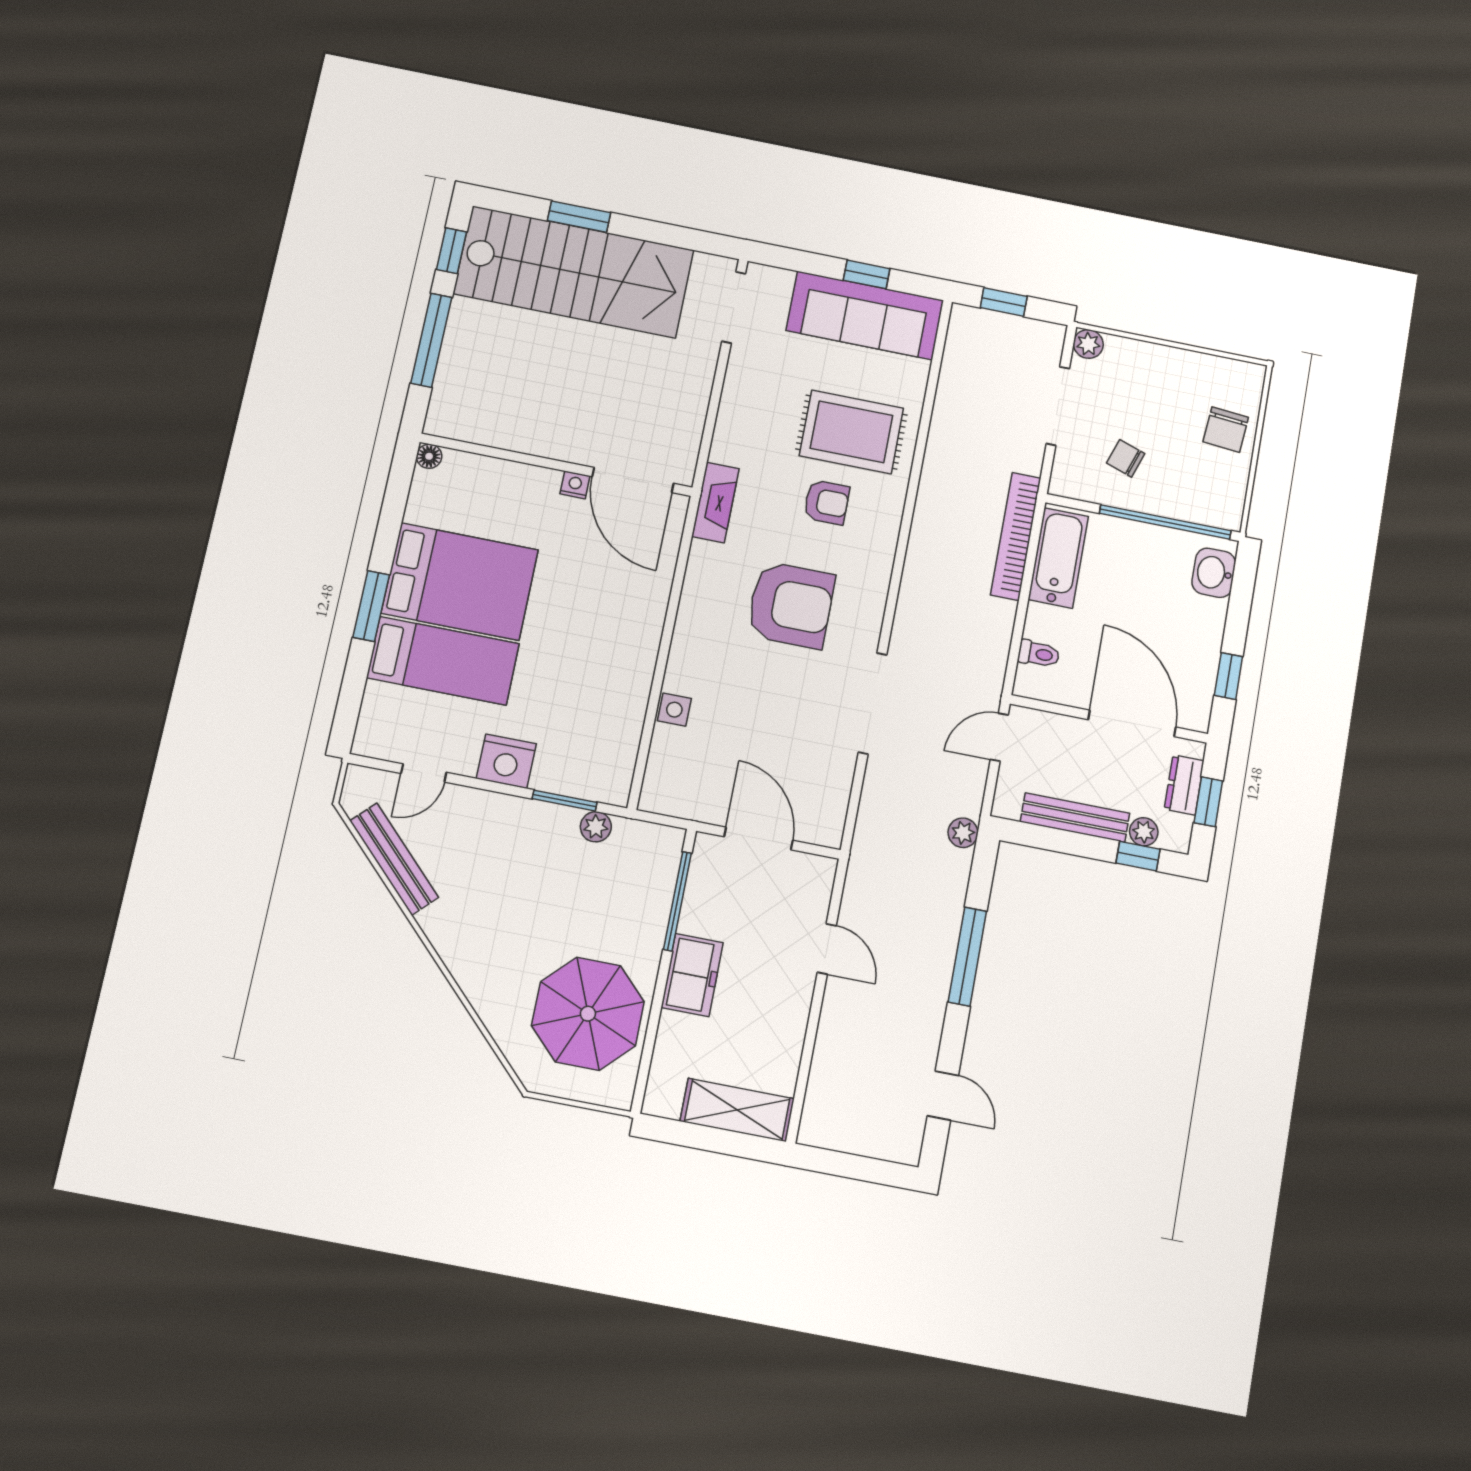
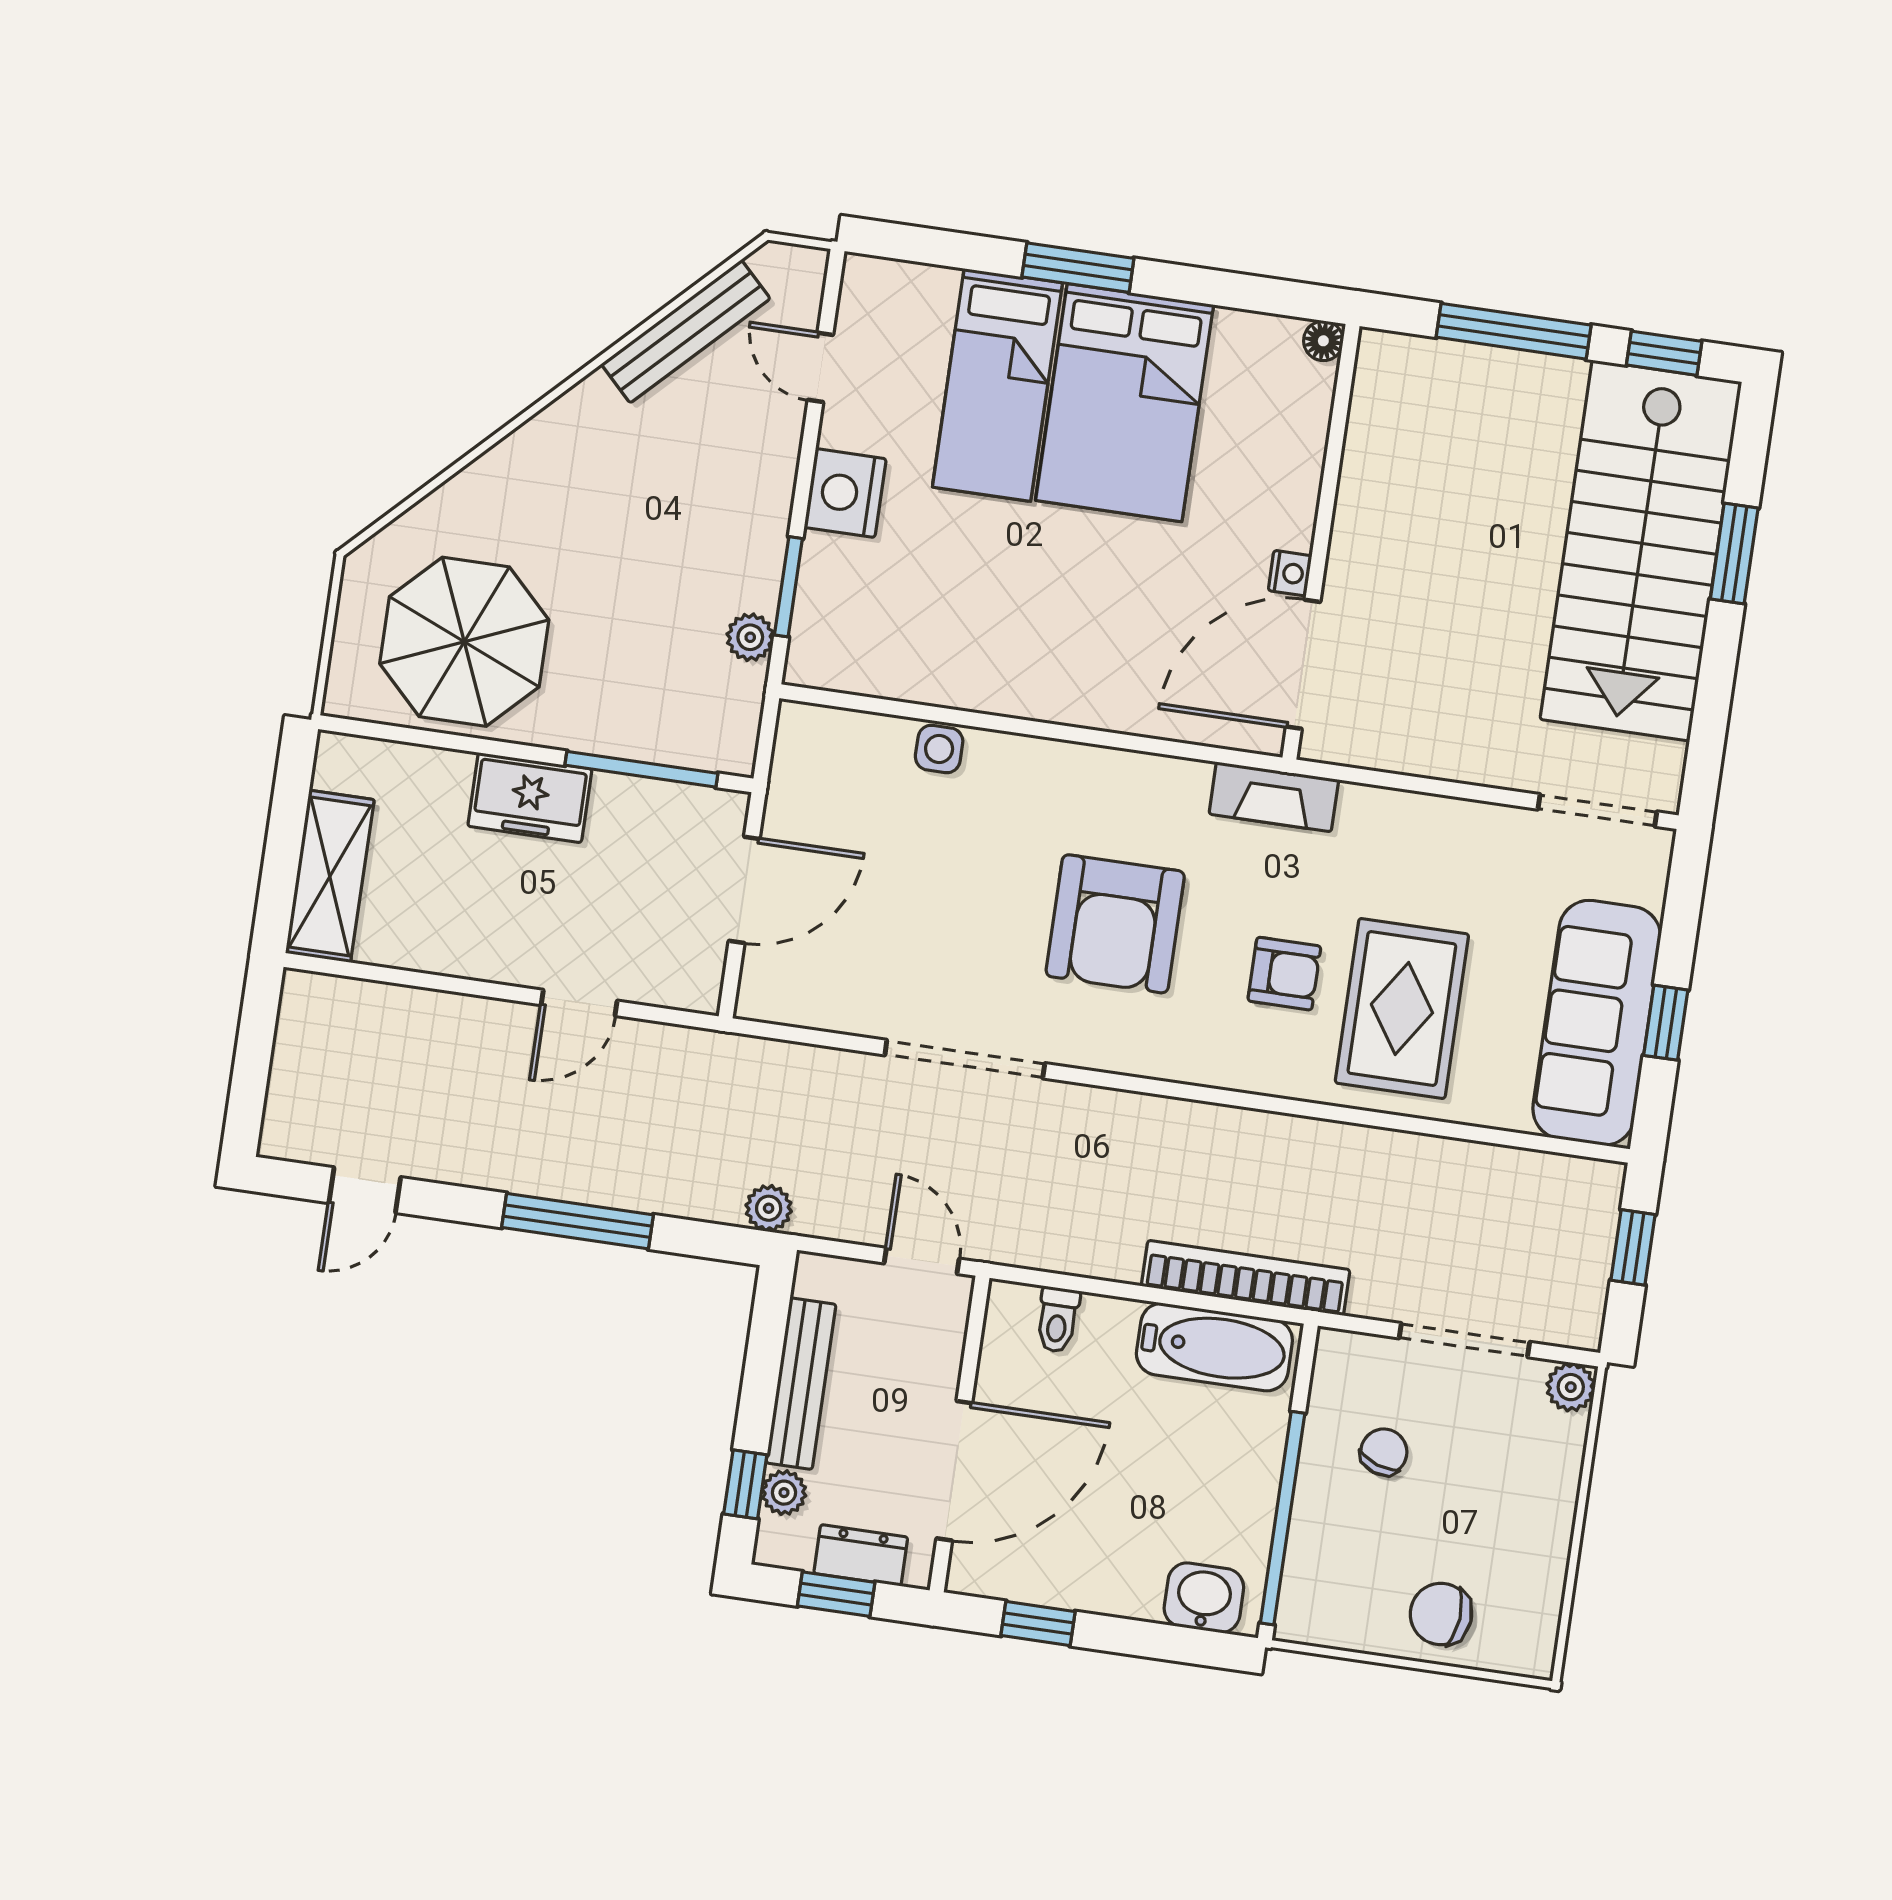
armchair: (827, 502) -> (1284, 974), turned -90

